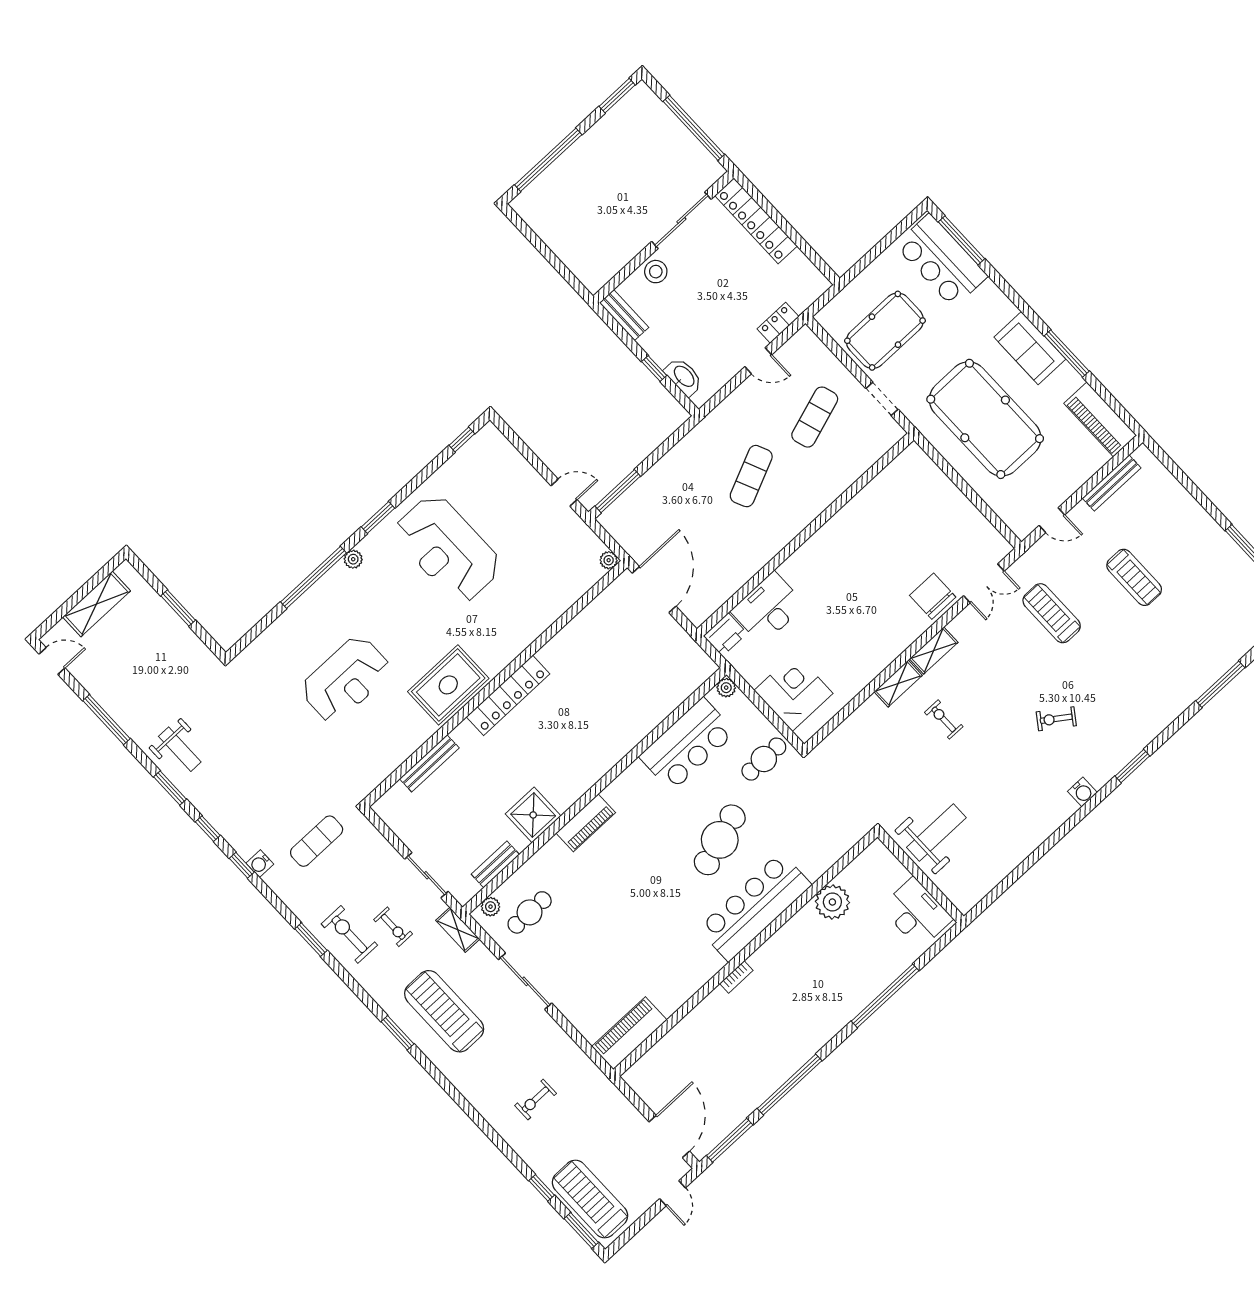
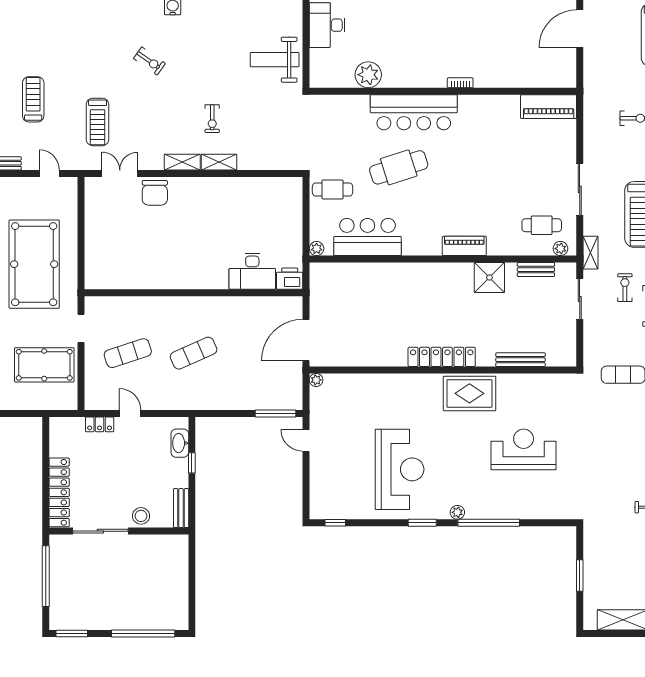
corner desk: (793, 692) -> (281, 211), removed

